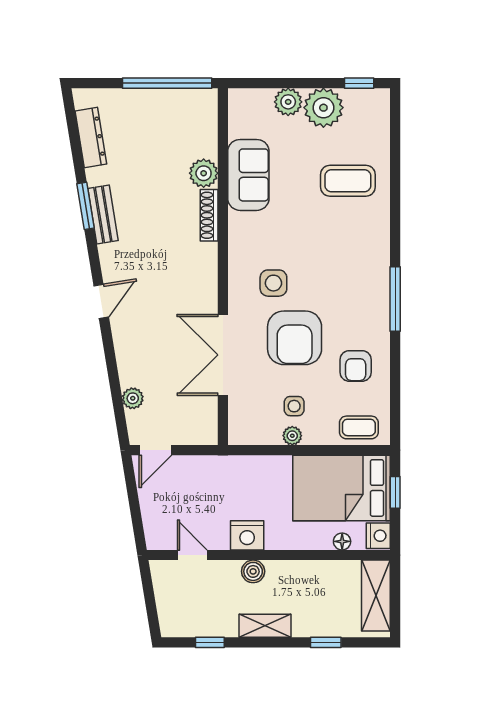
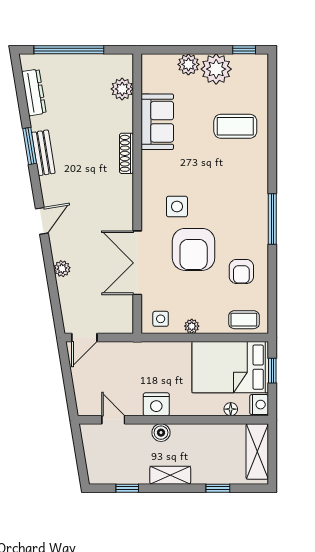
window: (167, 83) -> (69, 50), moved
plant: (204, 173) -> (122, 89), moved
plant: (133, 398) -> (62, 269), moved
side table: (294, 406) -> (161, 319), moved

